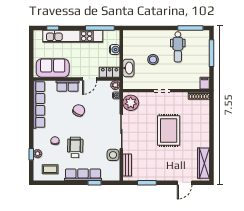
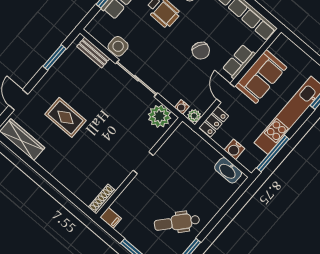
dental chair: (178, 47) -> (177, 222), turned -49
stool: (153, 59) -> (187, 183), removed
sofa: (53, 68) -> (261, 77), moved
washbasin: (128, 68) -> (228, 170), moved
rug: (169, 130) -> (66, 117), moved, width x0.73, depth x0.70

